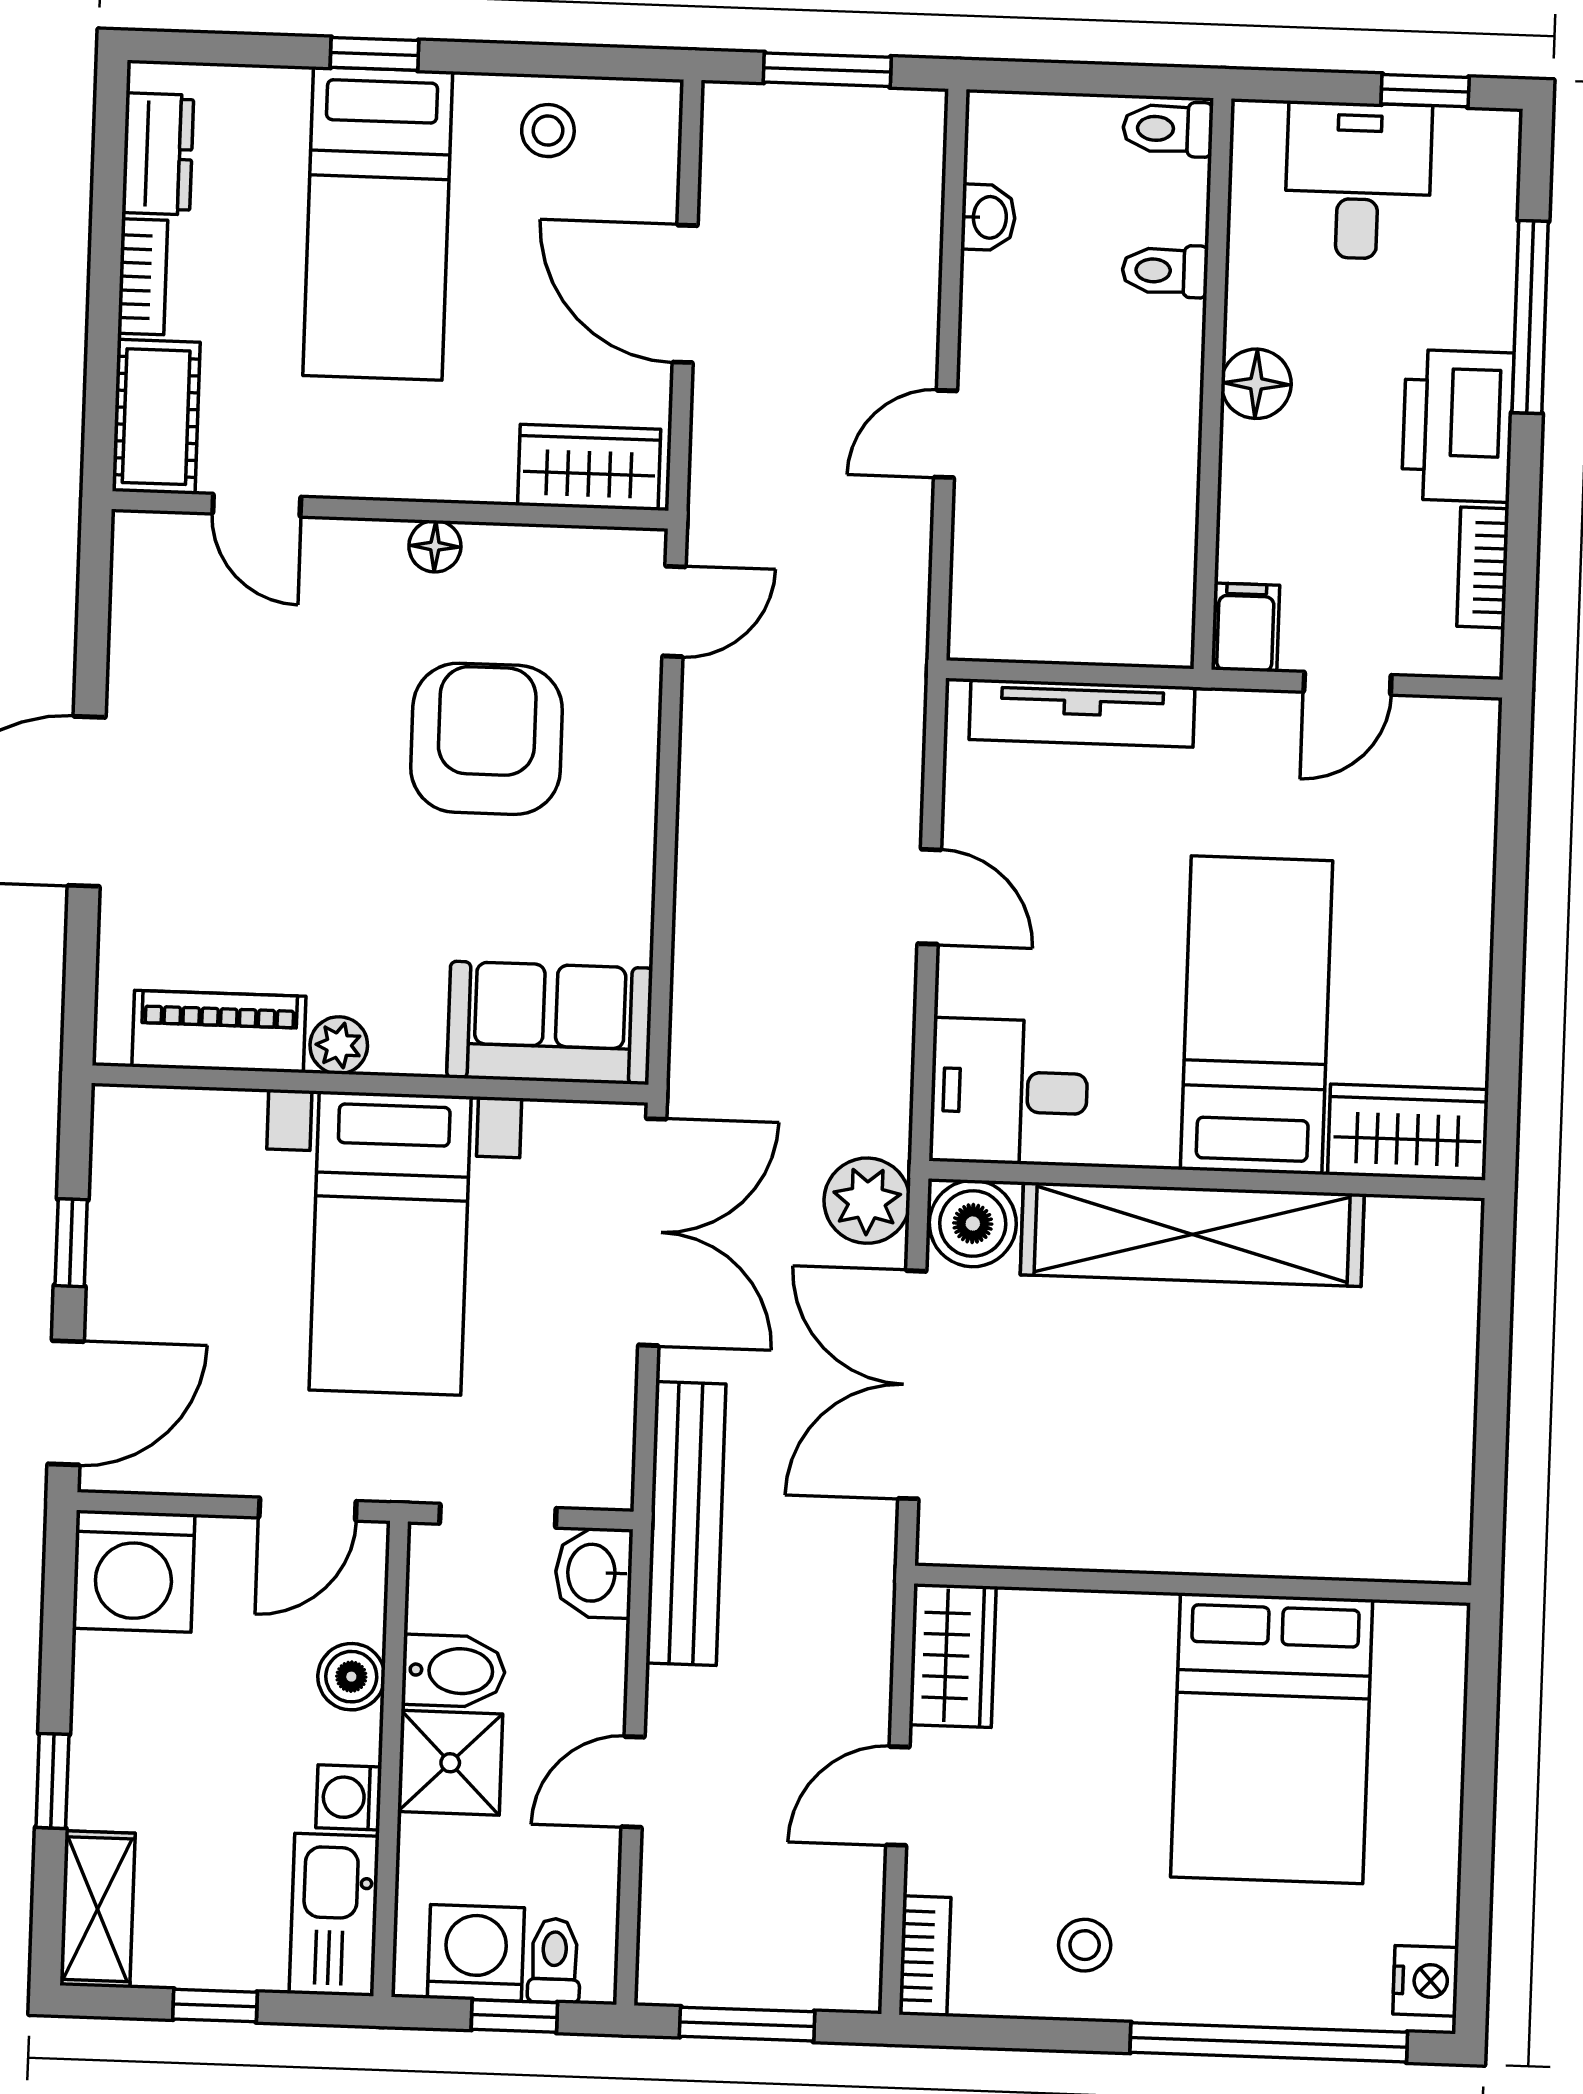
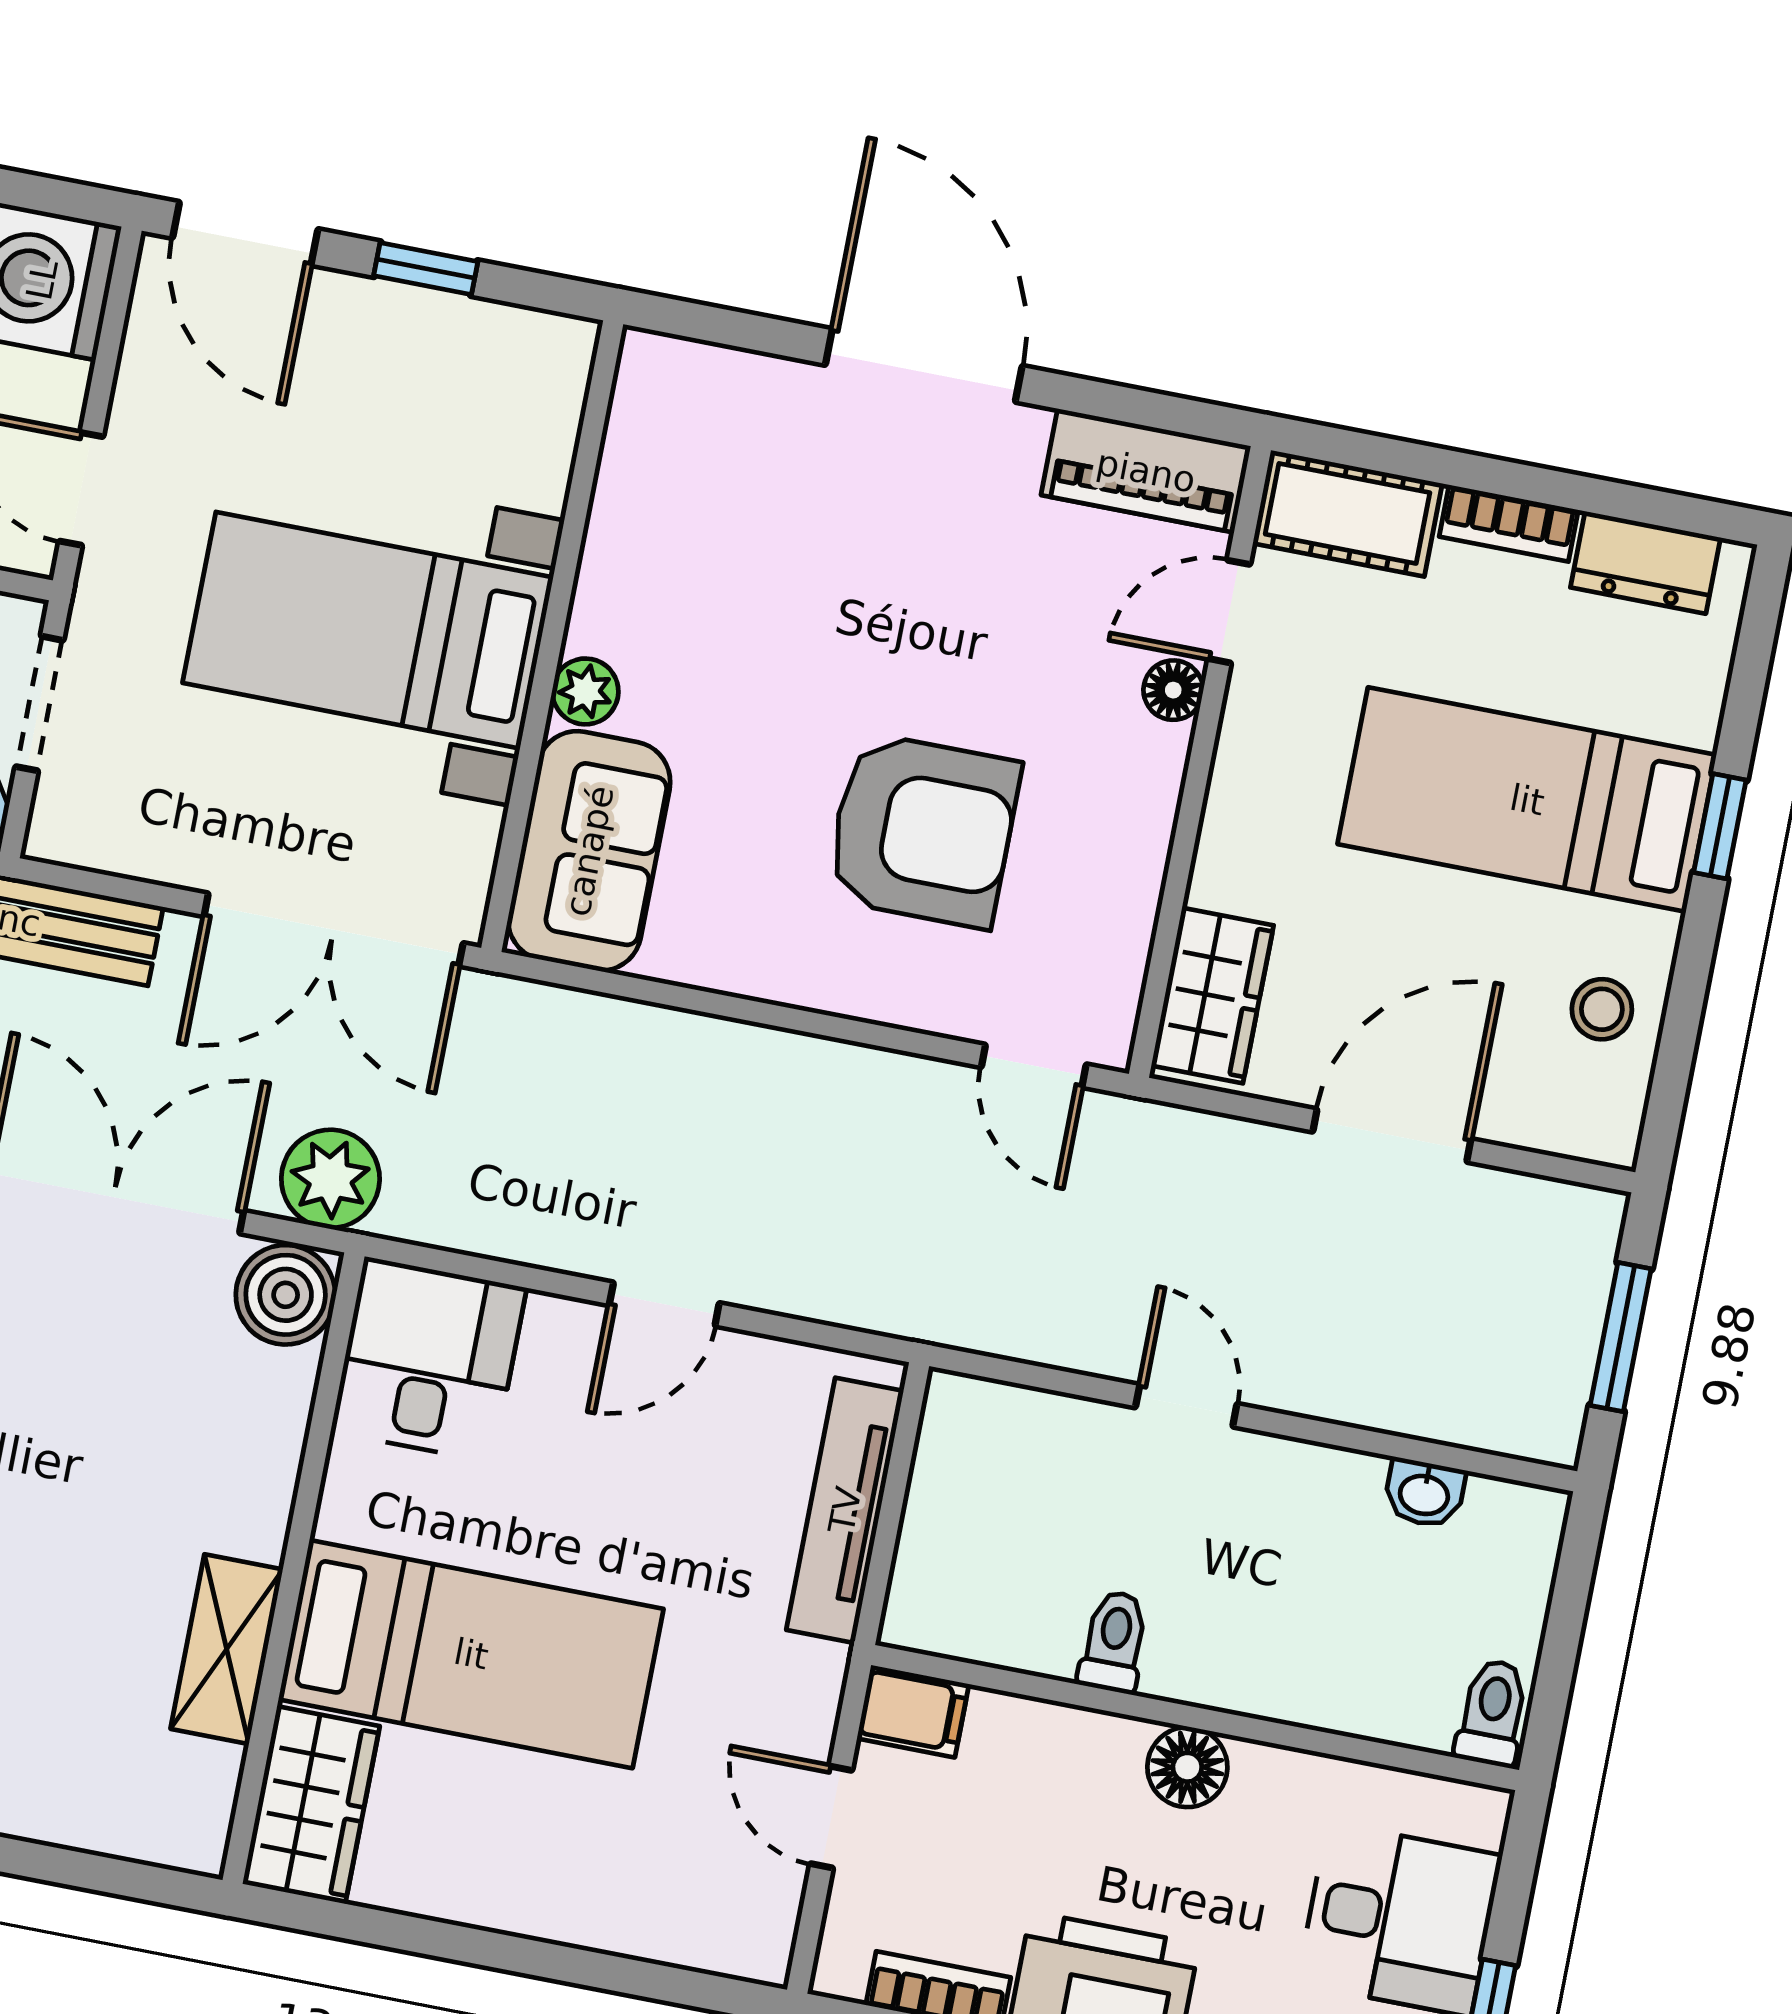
toilet: (1165, 271) -> (1114, 1642), moved
floor lamp: (435, 546) -> (1173, 690), moved
piano: (219, 1031) -> (1146, 471), moved, turned 90
plant: (339, 1045) -> (585, 691), moved
shelving: (1192, 1234) -> (227, 1649), width x0.45, depth x0.75

